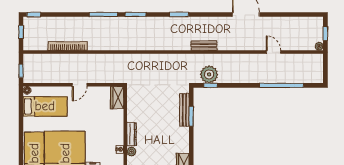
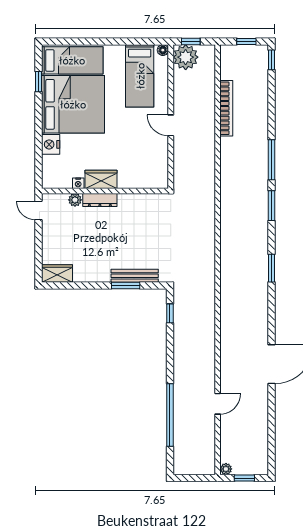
bench: (204, 46) -> (227, 304), removed
plant: (209, 74) -> (186, 57), moved
wardrobe: (117, 98) -> (101, 179), moved

